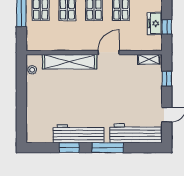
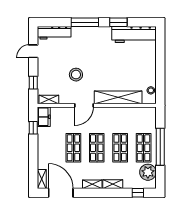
freezer: (155, 23) -> (44, 117), moved
stool: (118, 88) -> (76, 75), added
workbench: (136, 133) -> (54, 33), width x0.73, depth x0.76
workbench: (79, 134) -> (134, 35), moved

